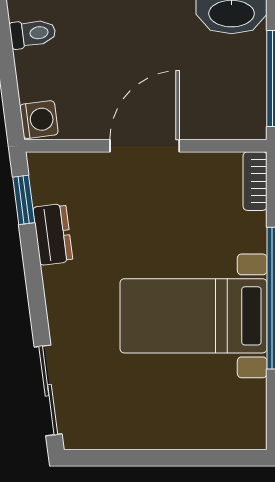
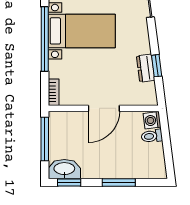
toilet: (33, 34) -> (152, 136), moved
window: (24, 200) -> (157, 66), moved

